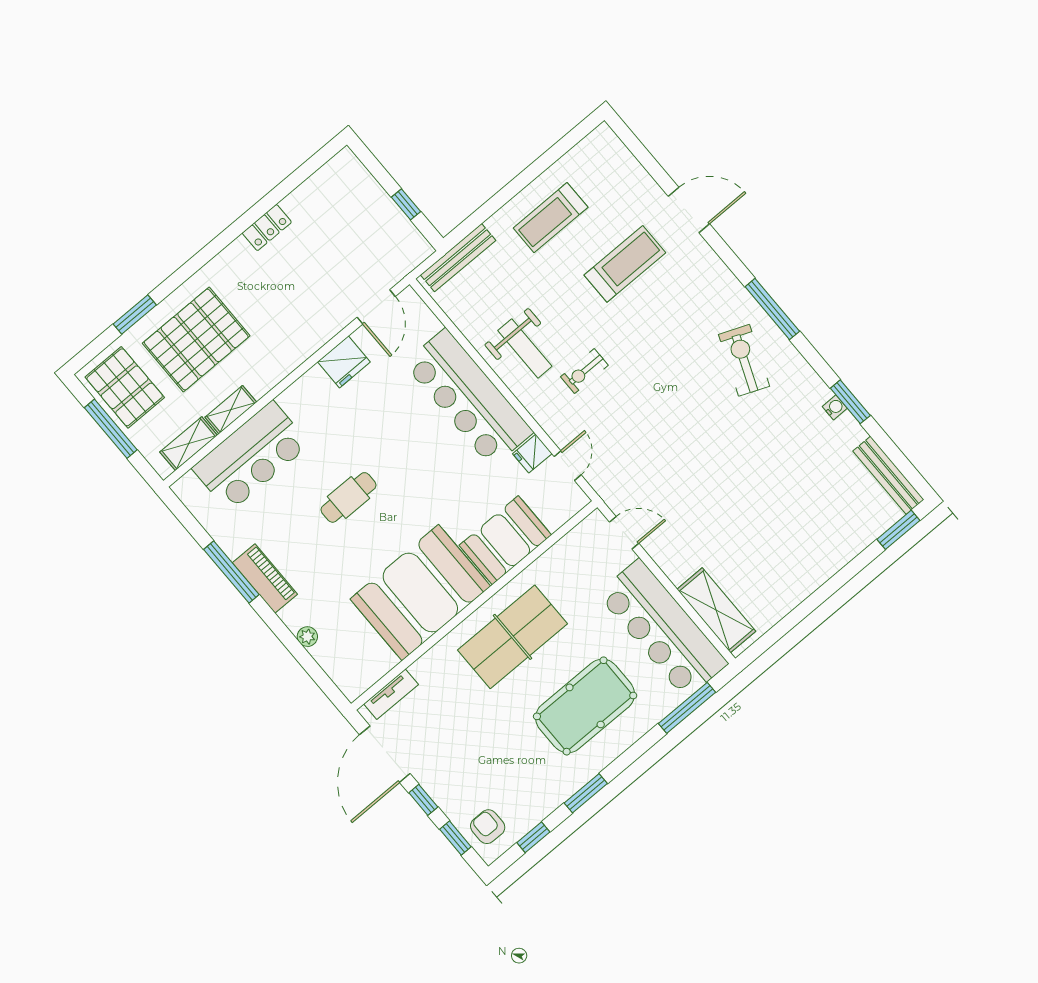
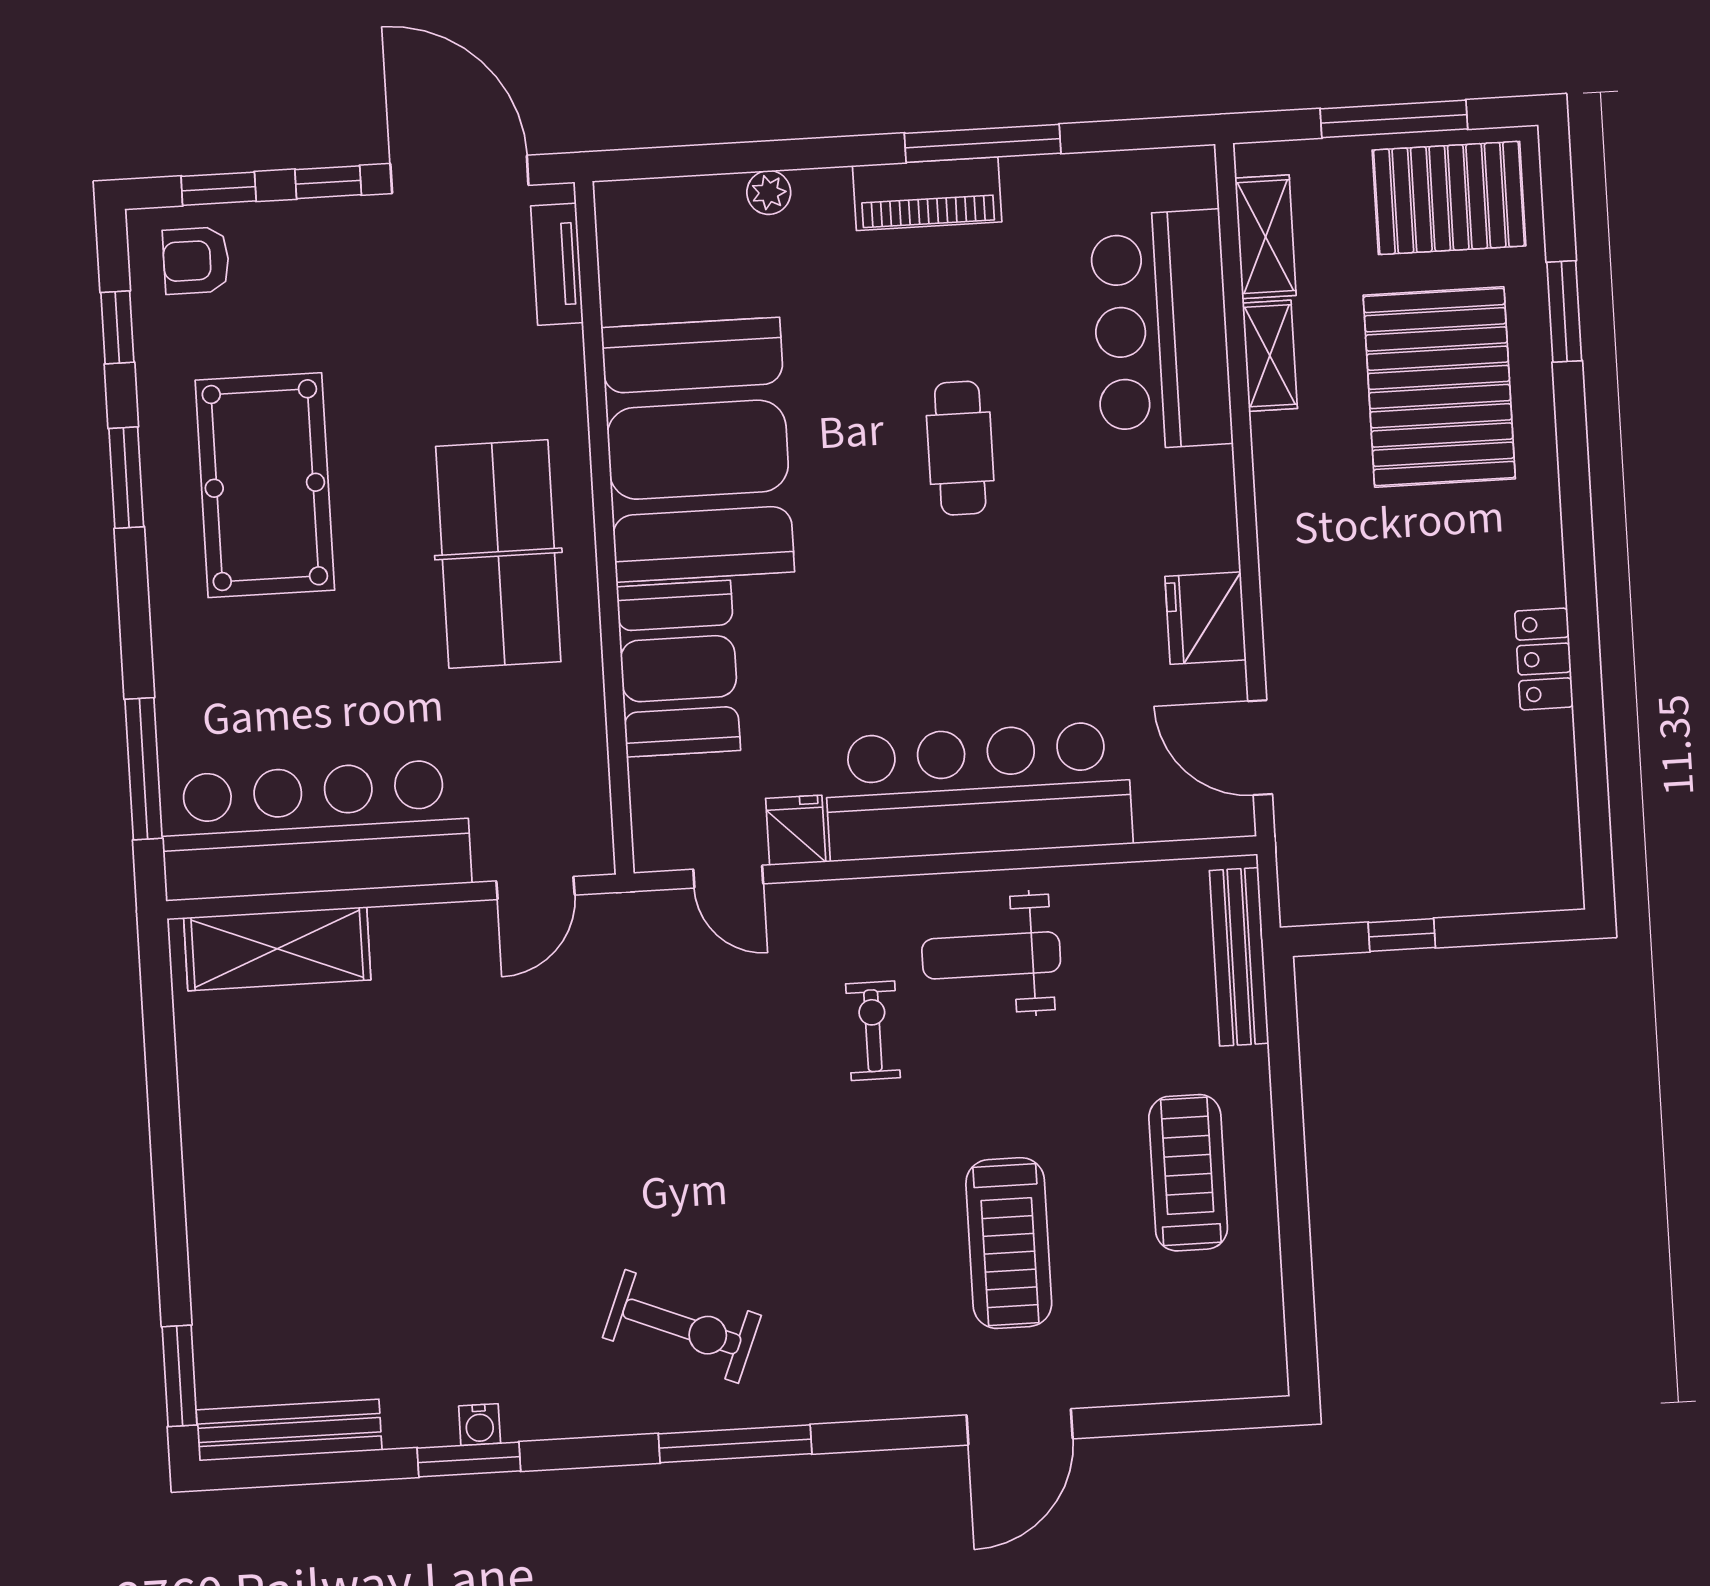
pool table: (585, 706) -> (265, 485), moved
armchair: (488, 827) -> (196, 261), turned 180

